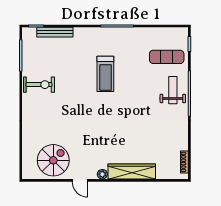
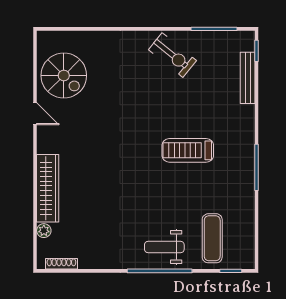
exercise bike: (39, 85) -> (172, 55), turned -51
weight bench: (173, 90) -> (164, 247), turned 180
plant: (102, 174) -> (44, 231), moved
door: (80, 180) -> (35, 114), swing flipped

